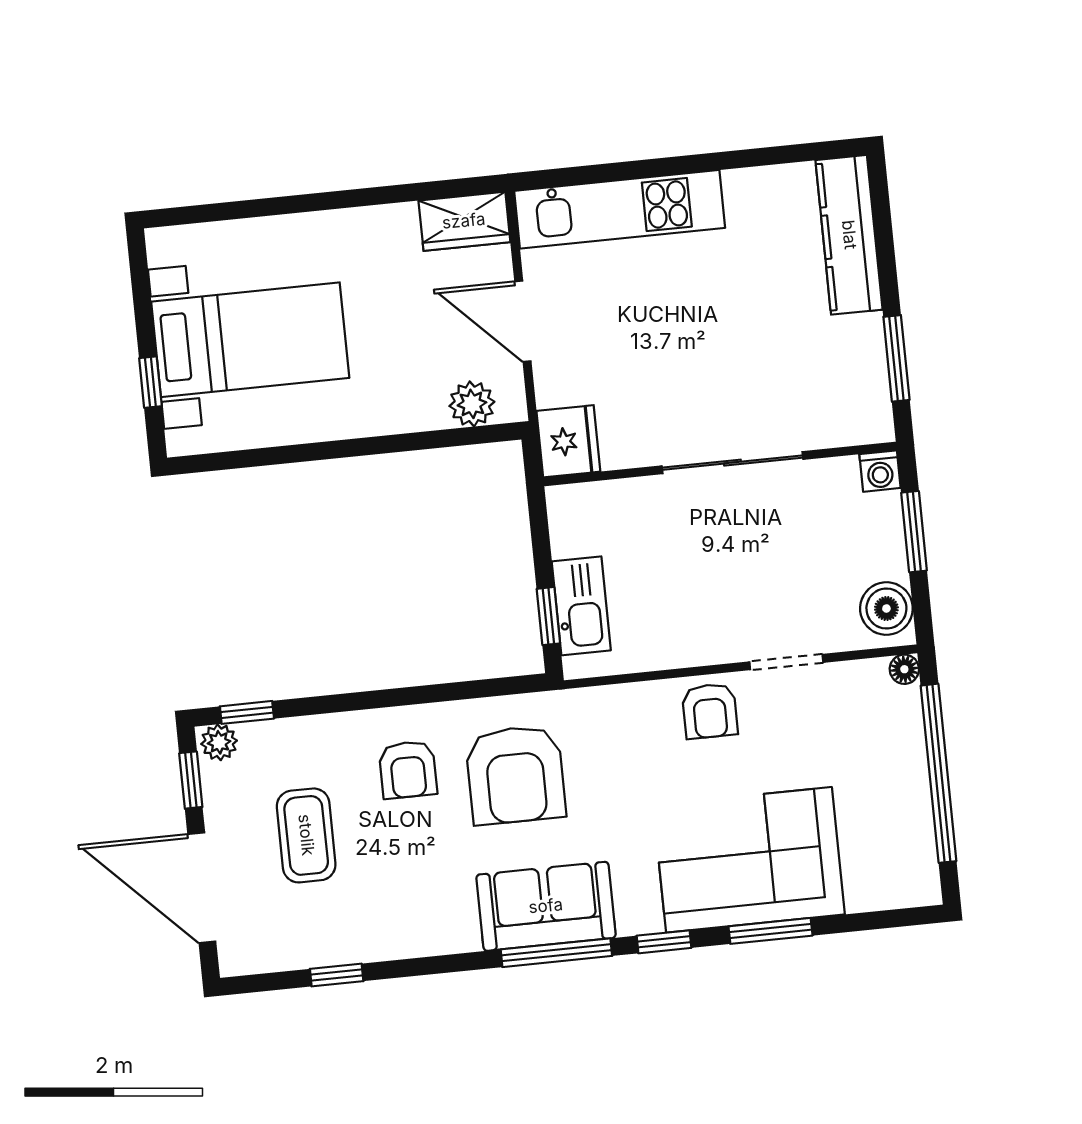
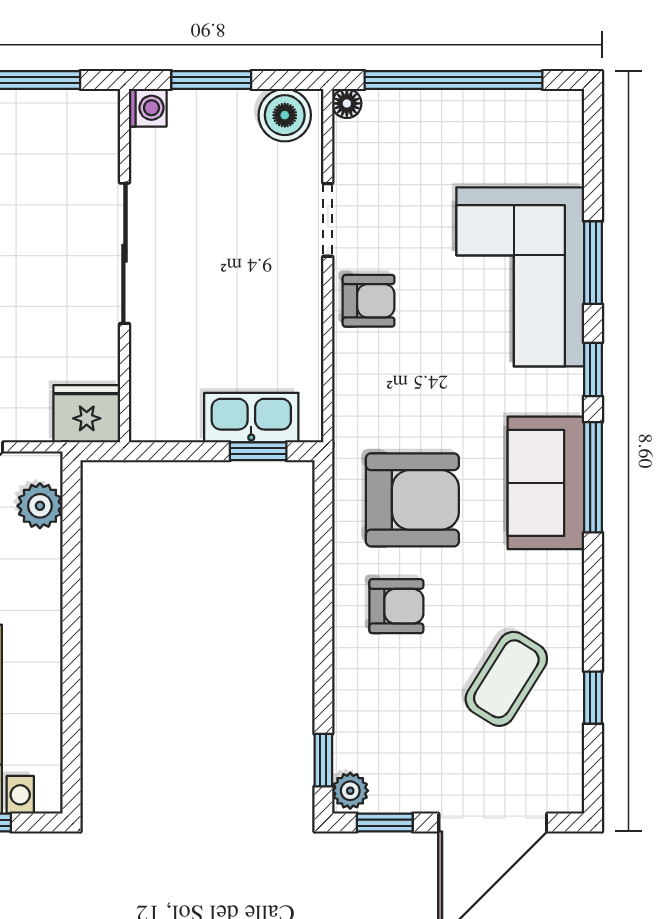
coffee table: (306, 835) -> (506, 679), moved, turned -58

